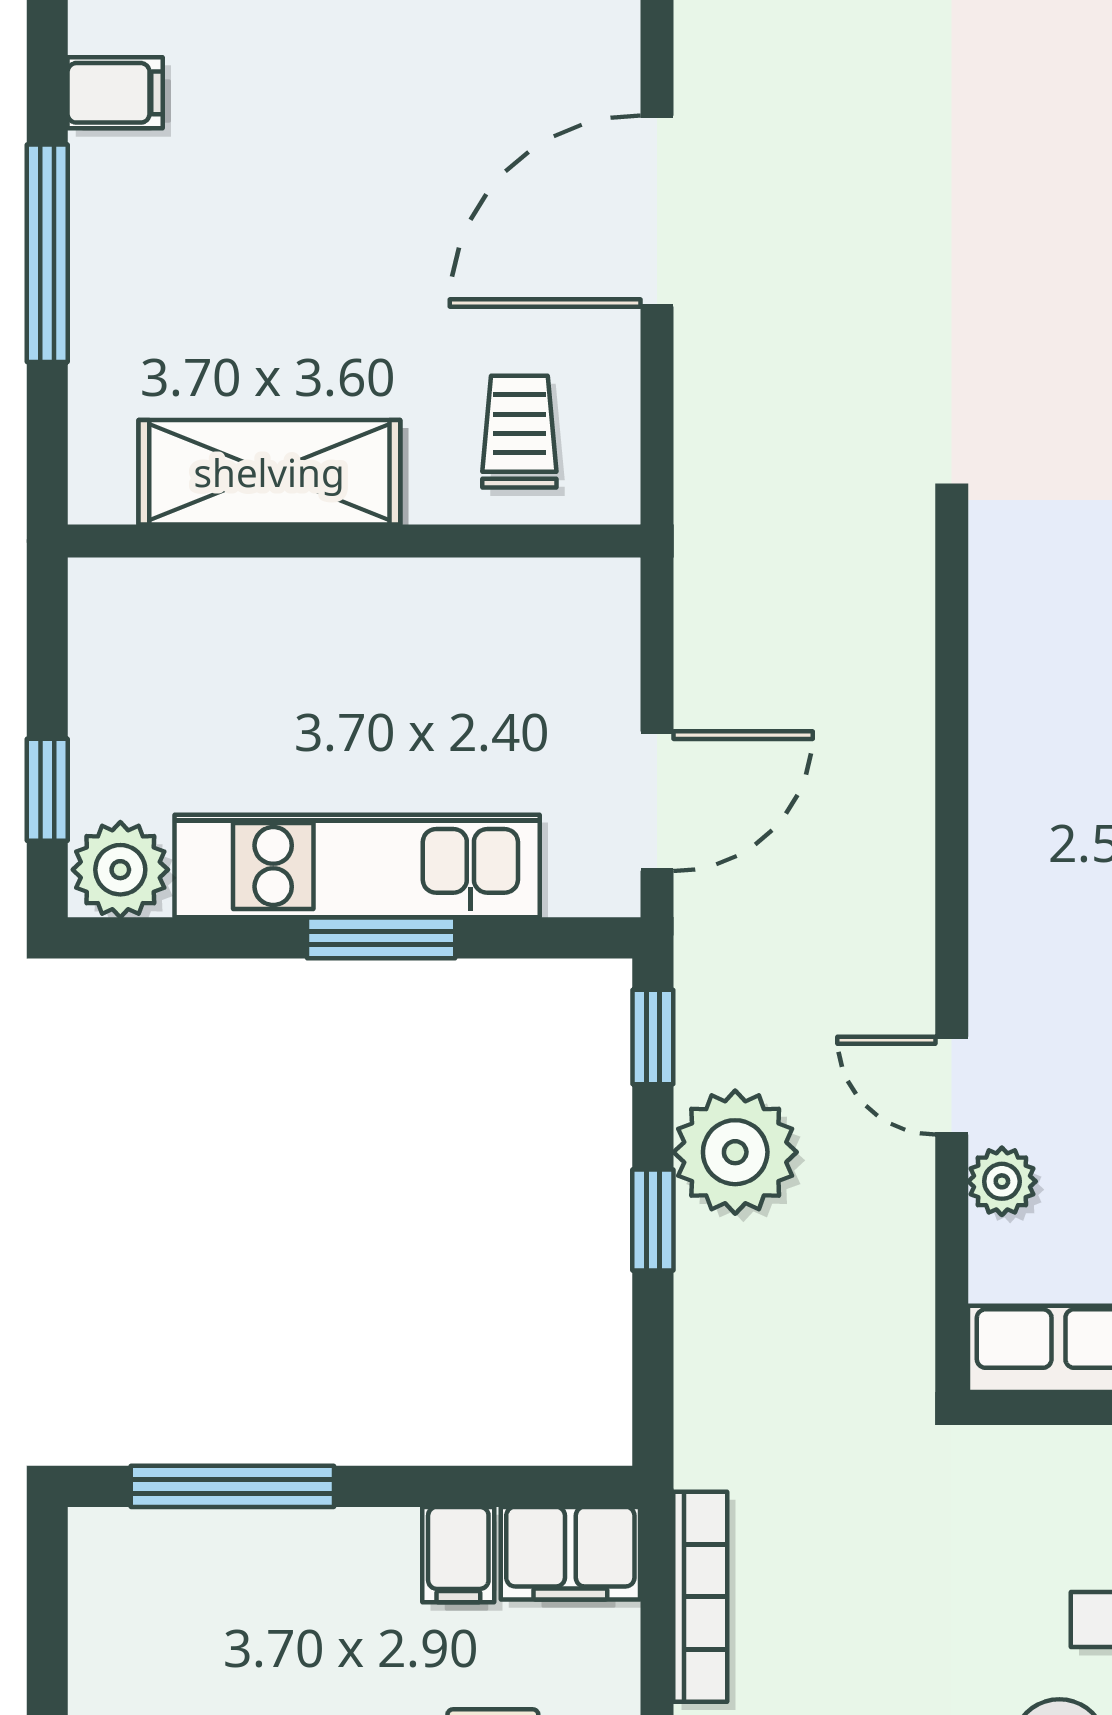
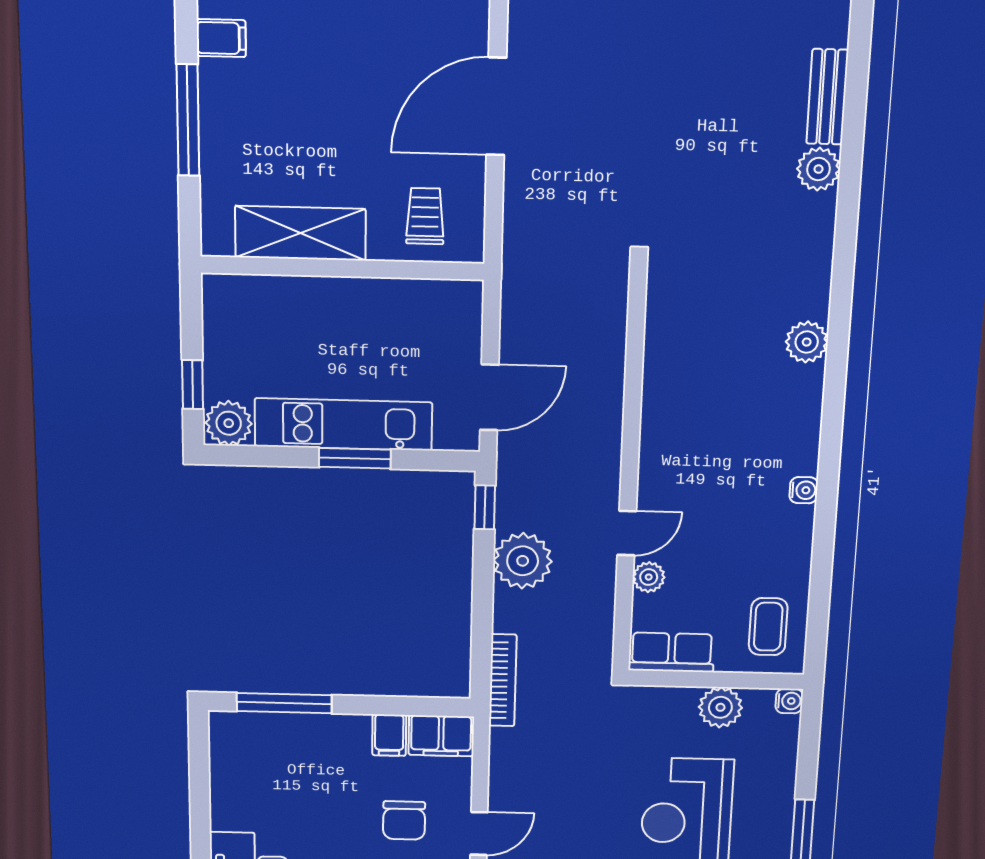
door: (952, 1086) -> (627, 533), swing flipped
window: (653, 1220) -> (483, 590), removed
bookcase: (700, 1597) -> (503, 680), moved

